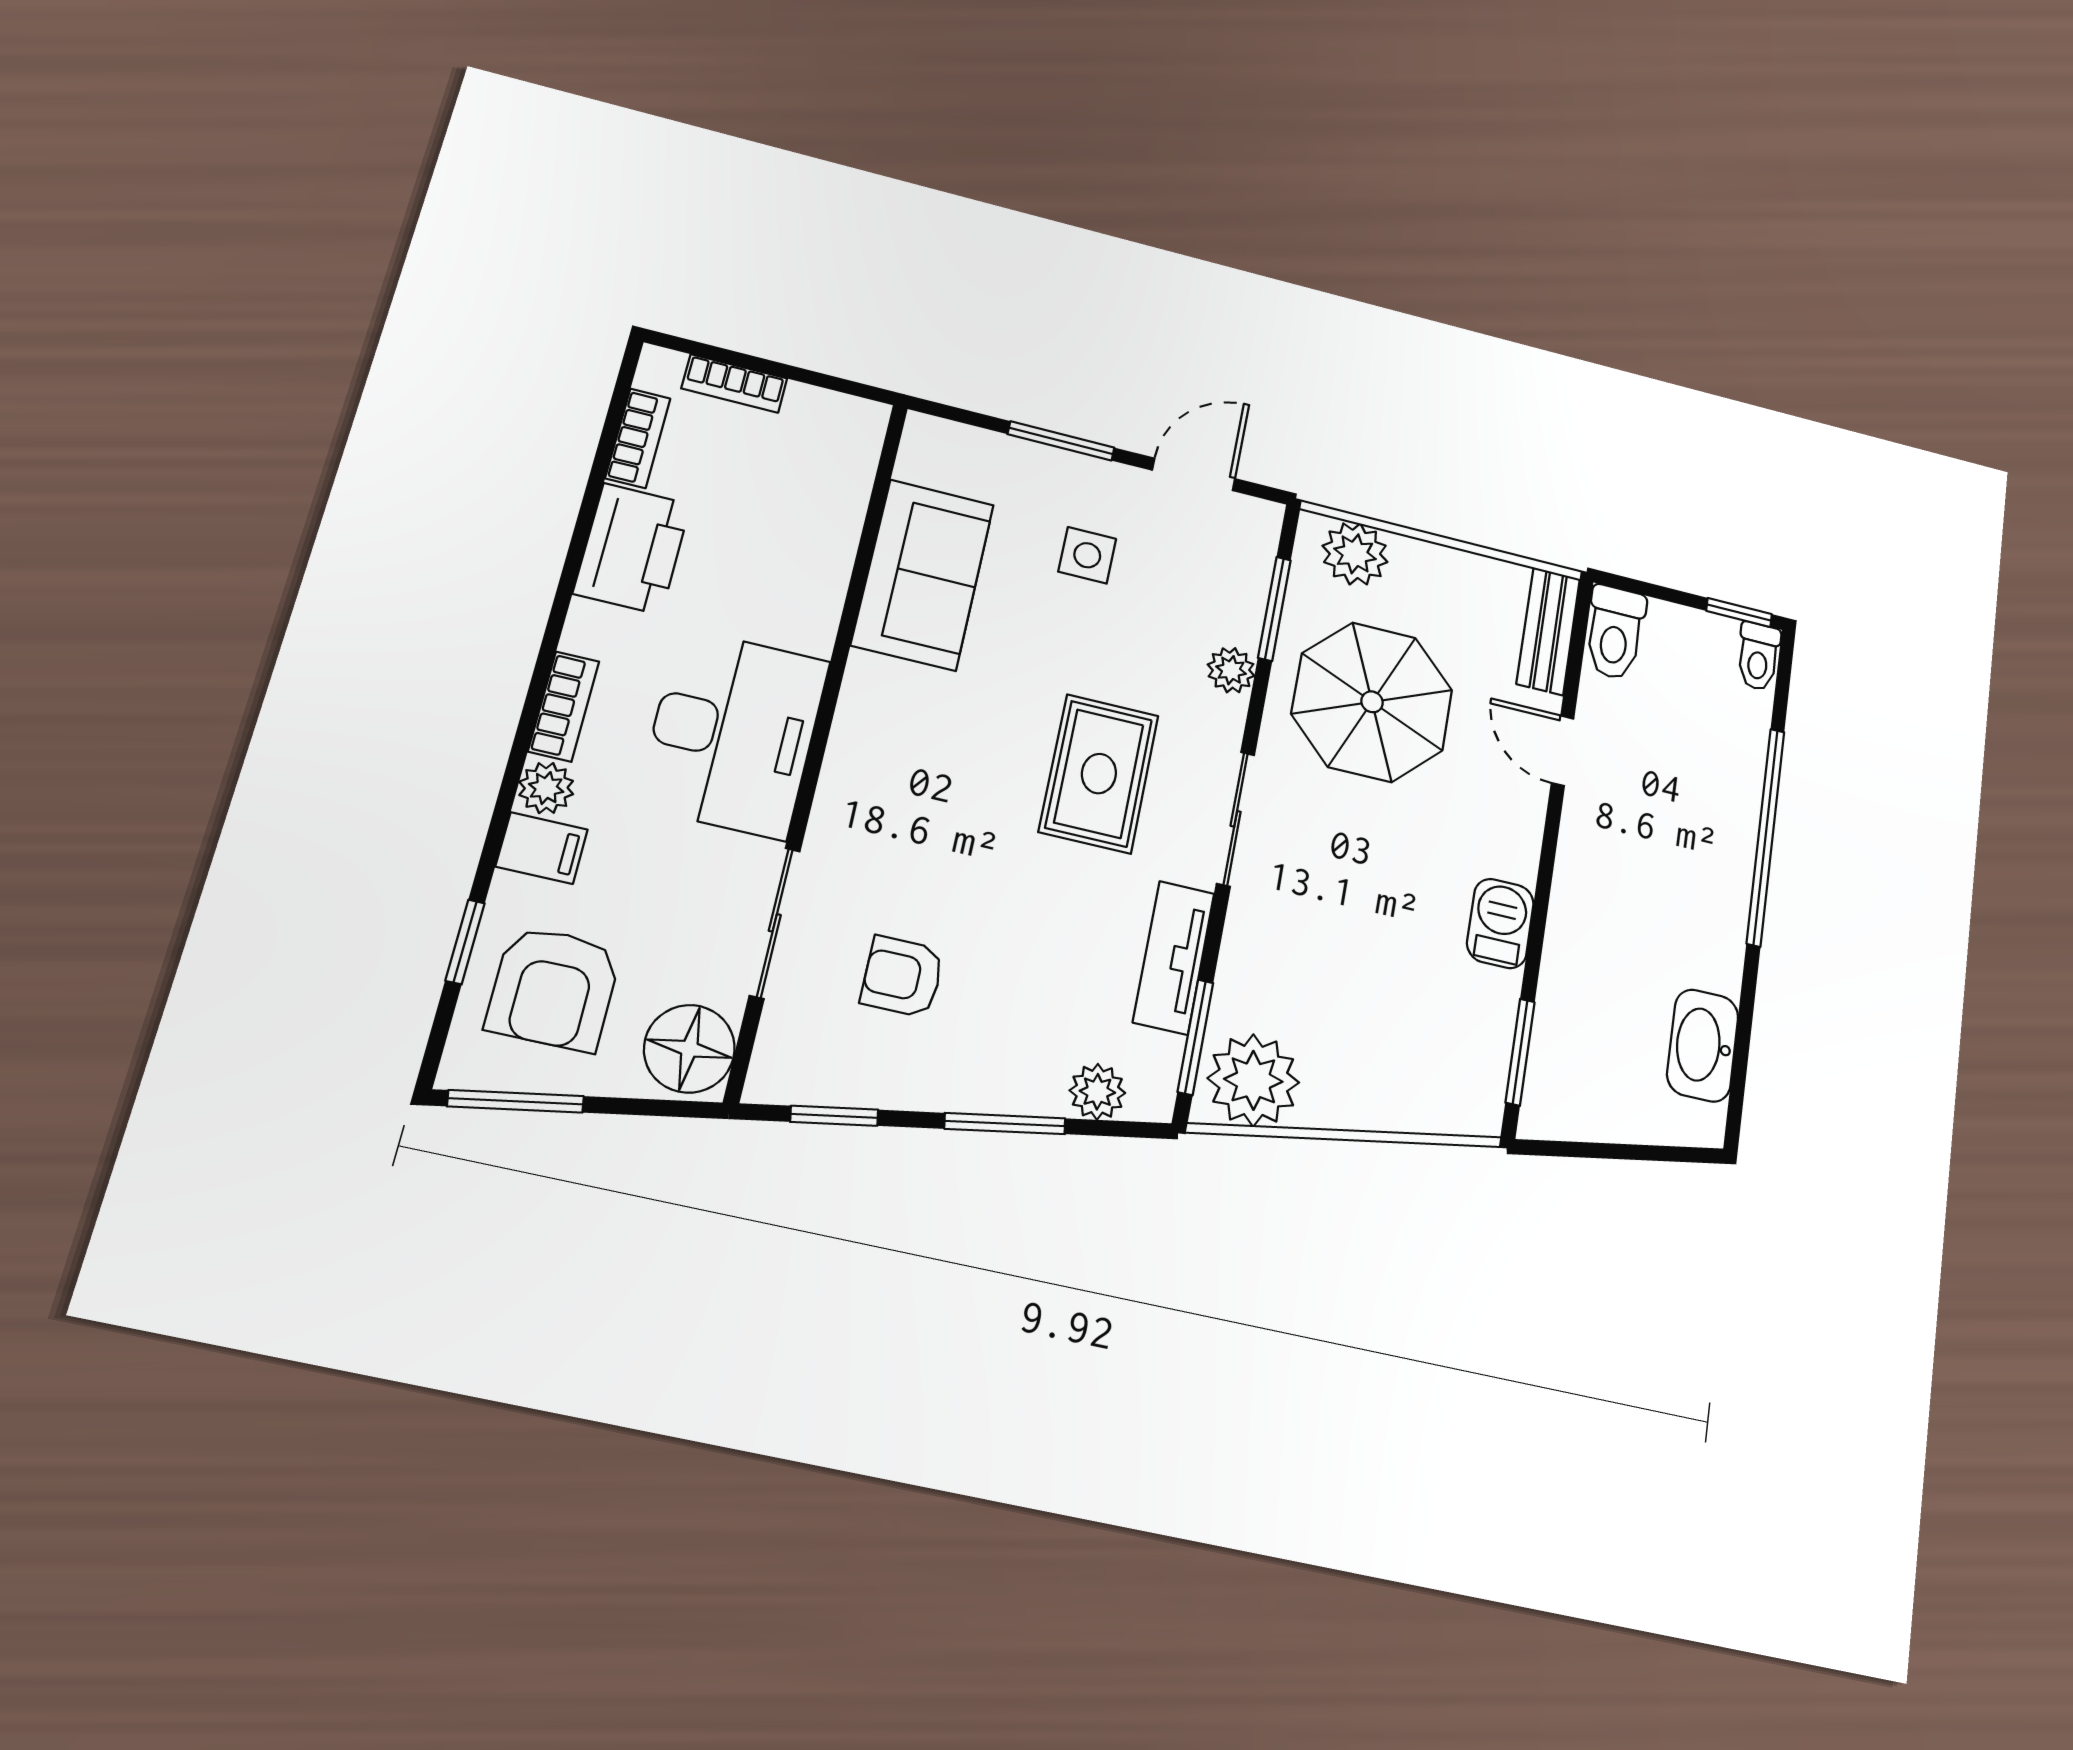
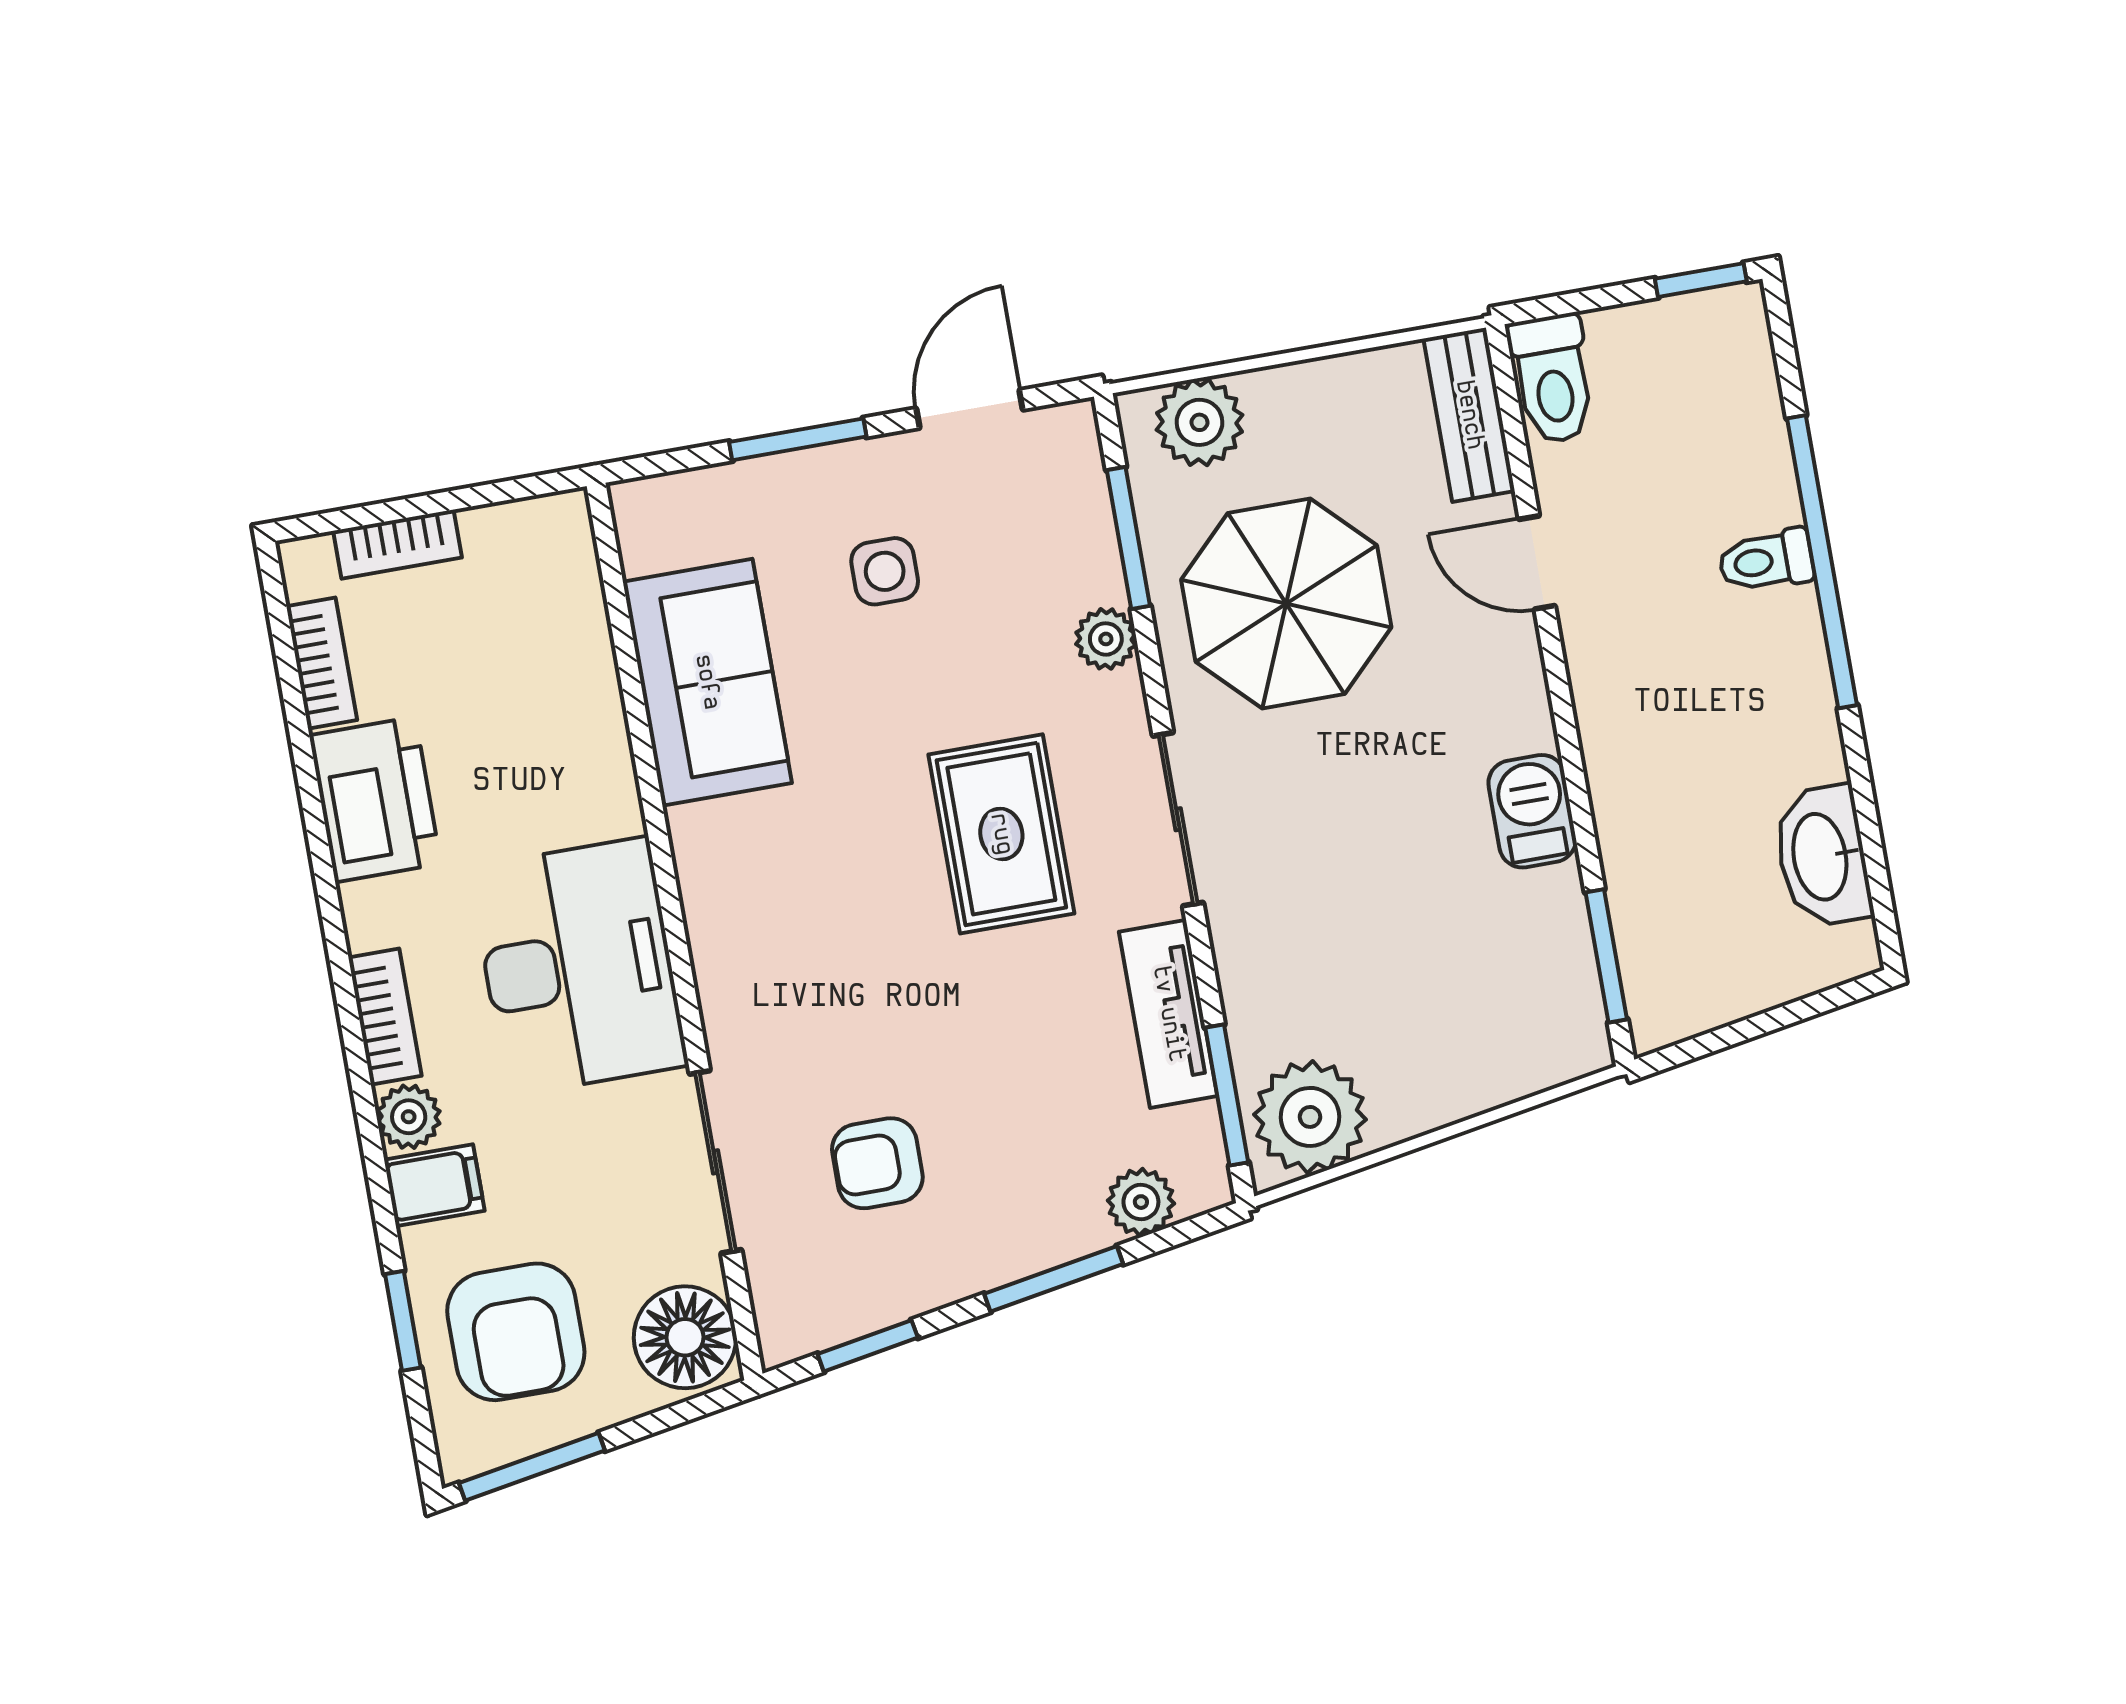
toilet: (1758, 656) -> (1766, 561), moved, turned 90

